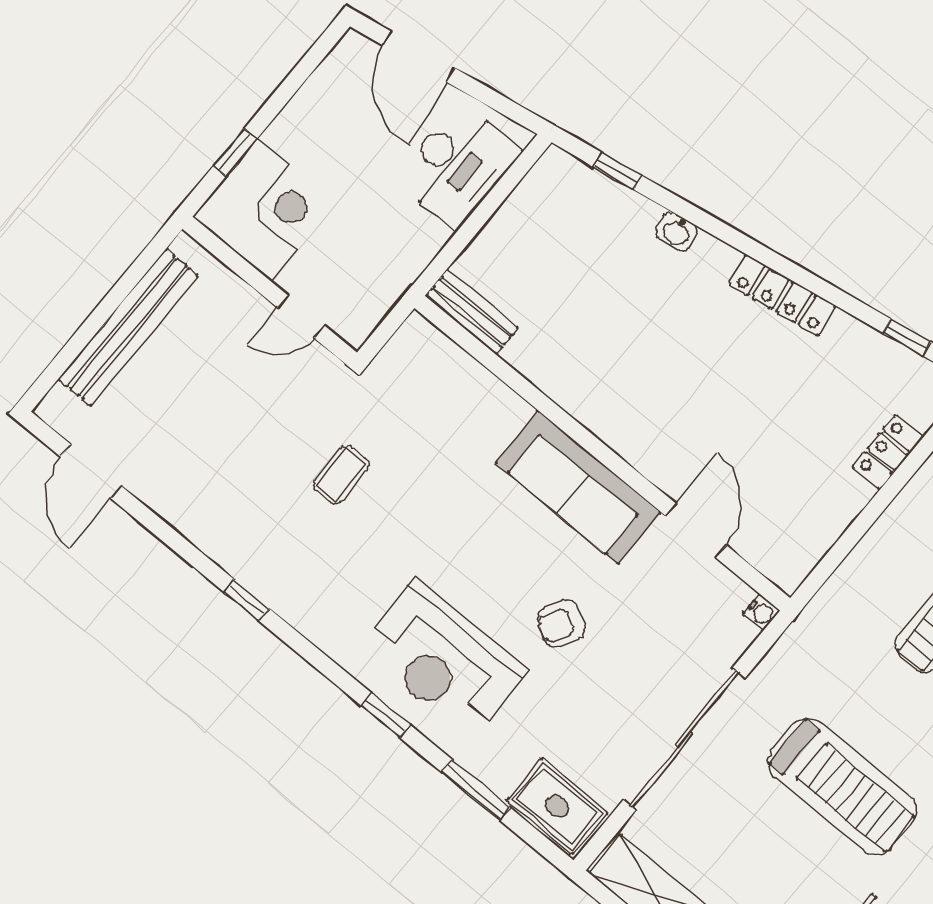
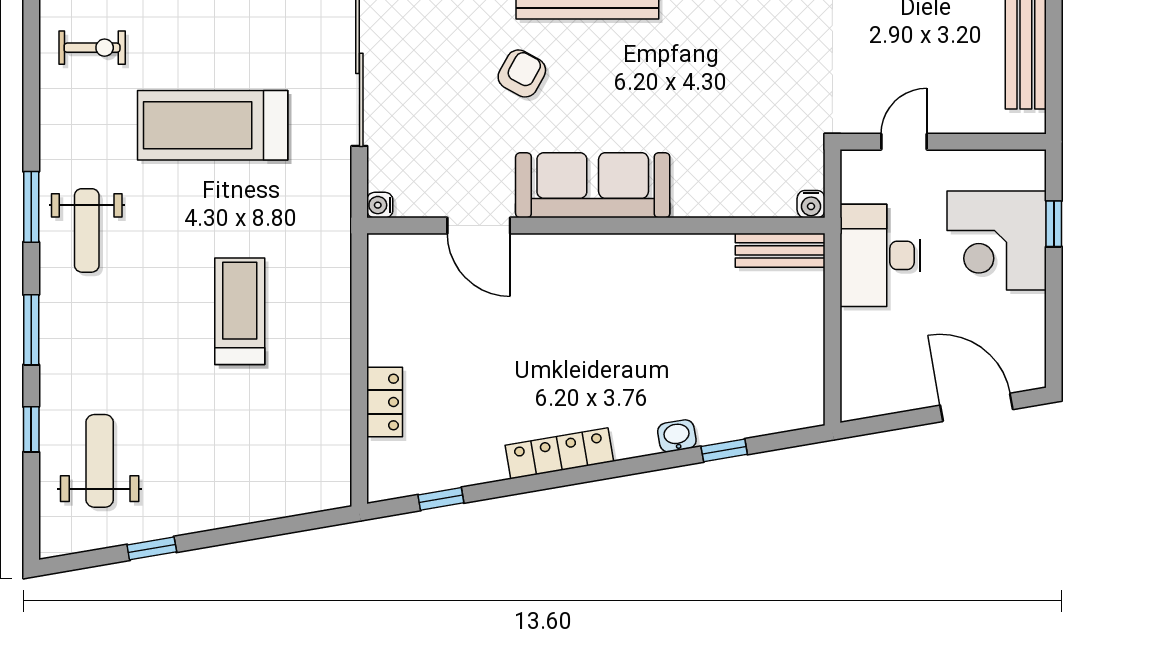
desk: (458, 166) -> (880, 255), moved
window: (618, 171) -> (724, 450), moved
corner desk: (265, 210) -> (997, 240), moved
water cooler: (416, 328) -> (811, 204), added
coffee table: (341, 475) -> (777, 49), removed

